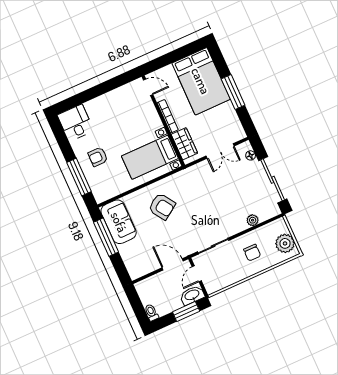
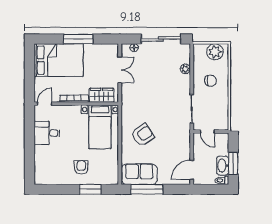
desk: (76, 123) -> (47, 133), moved
armchair: (98, 157) -> (81, 167), turned 180
window: (79, 177) -> (90, 189), width x0.69
door: (173, 264) -> (192, 170), moved
washbasin: (192, 295) -> (223, 166), moved
window: (186, 311) -> (233, 163), moved

